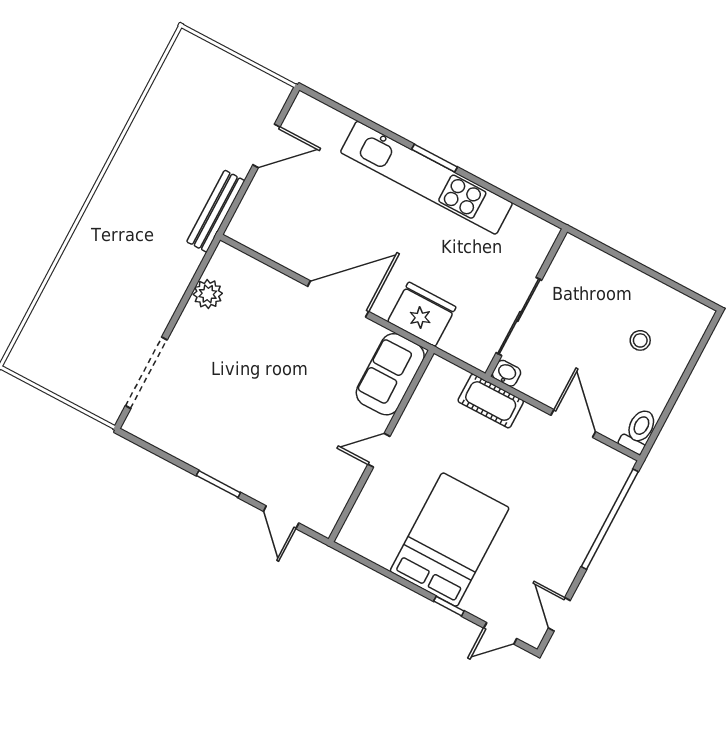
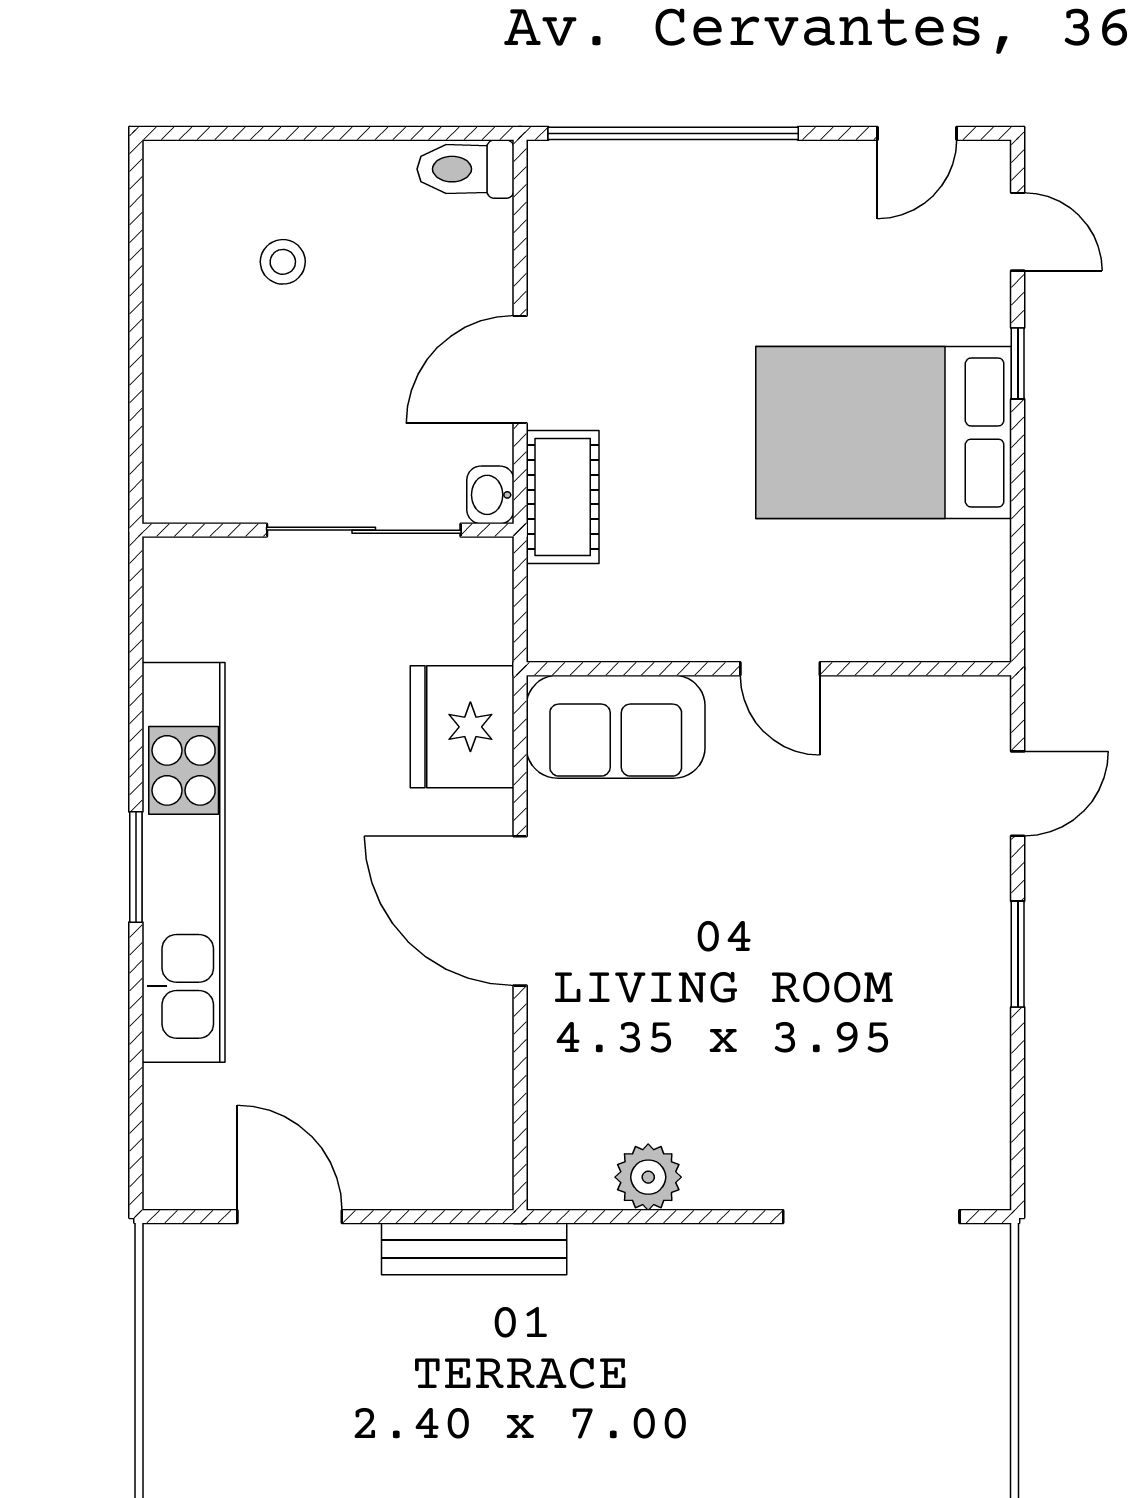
door: (573, 423) -> (520, 370), moved

